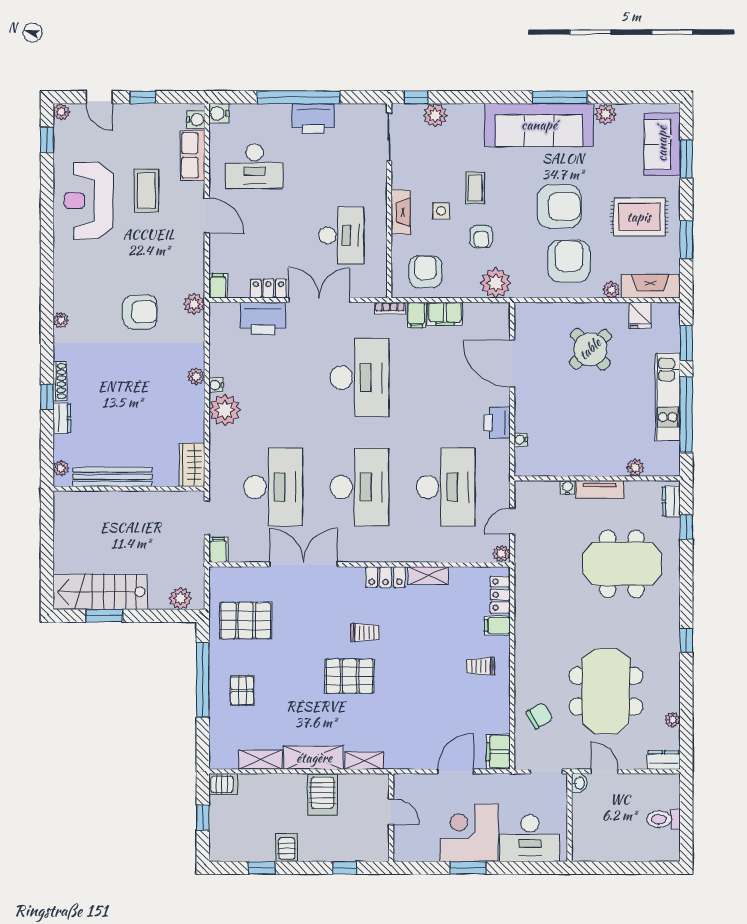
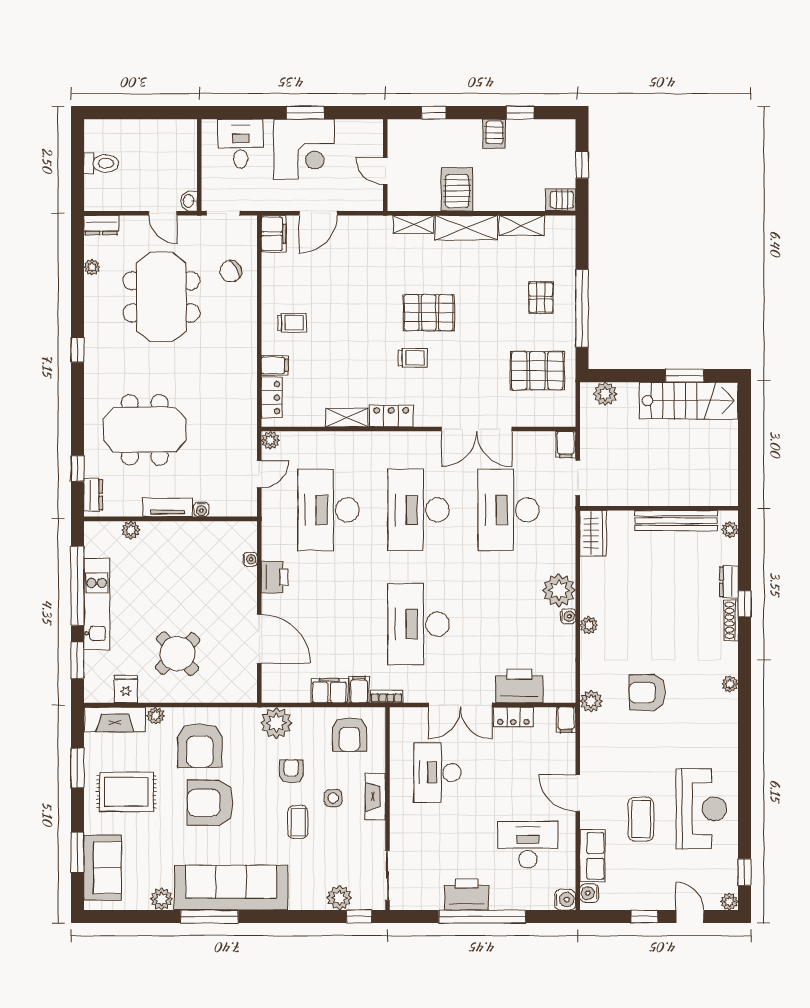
trolley: (365, 633) -> (413, 358), turned 180
desk: (530, 838) -> (241, 144), width x0.73

